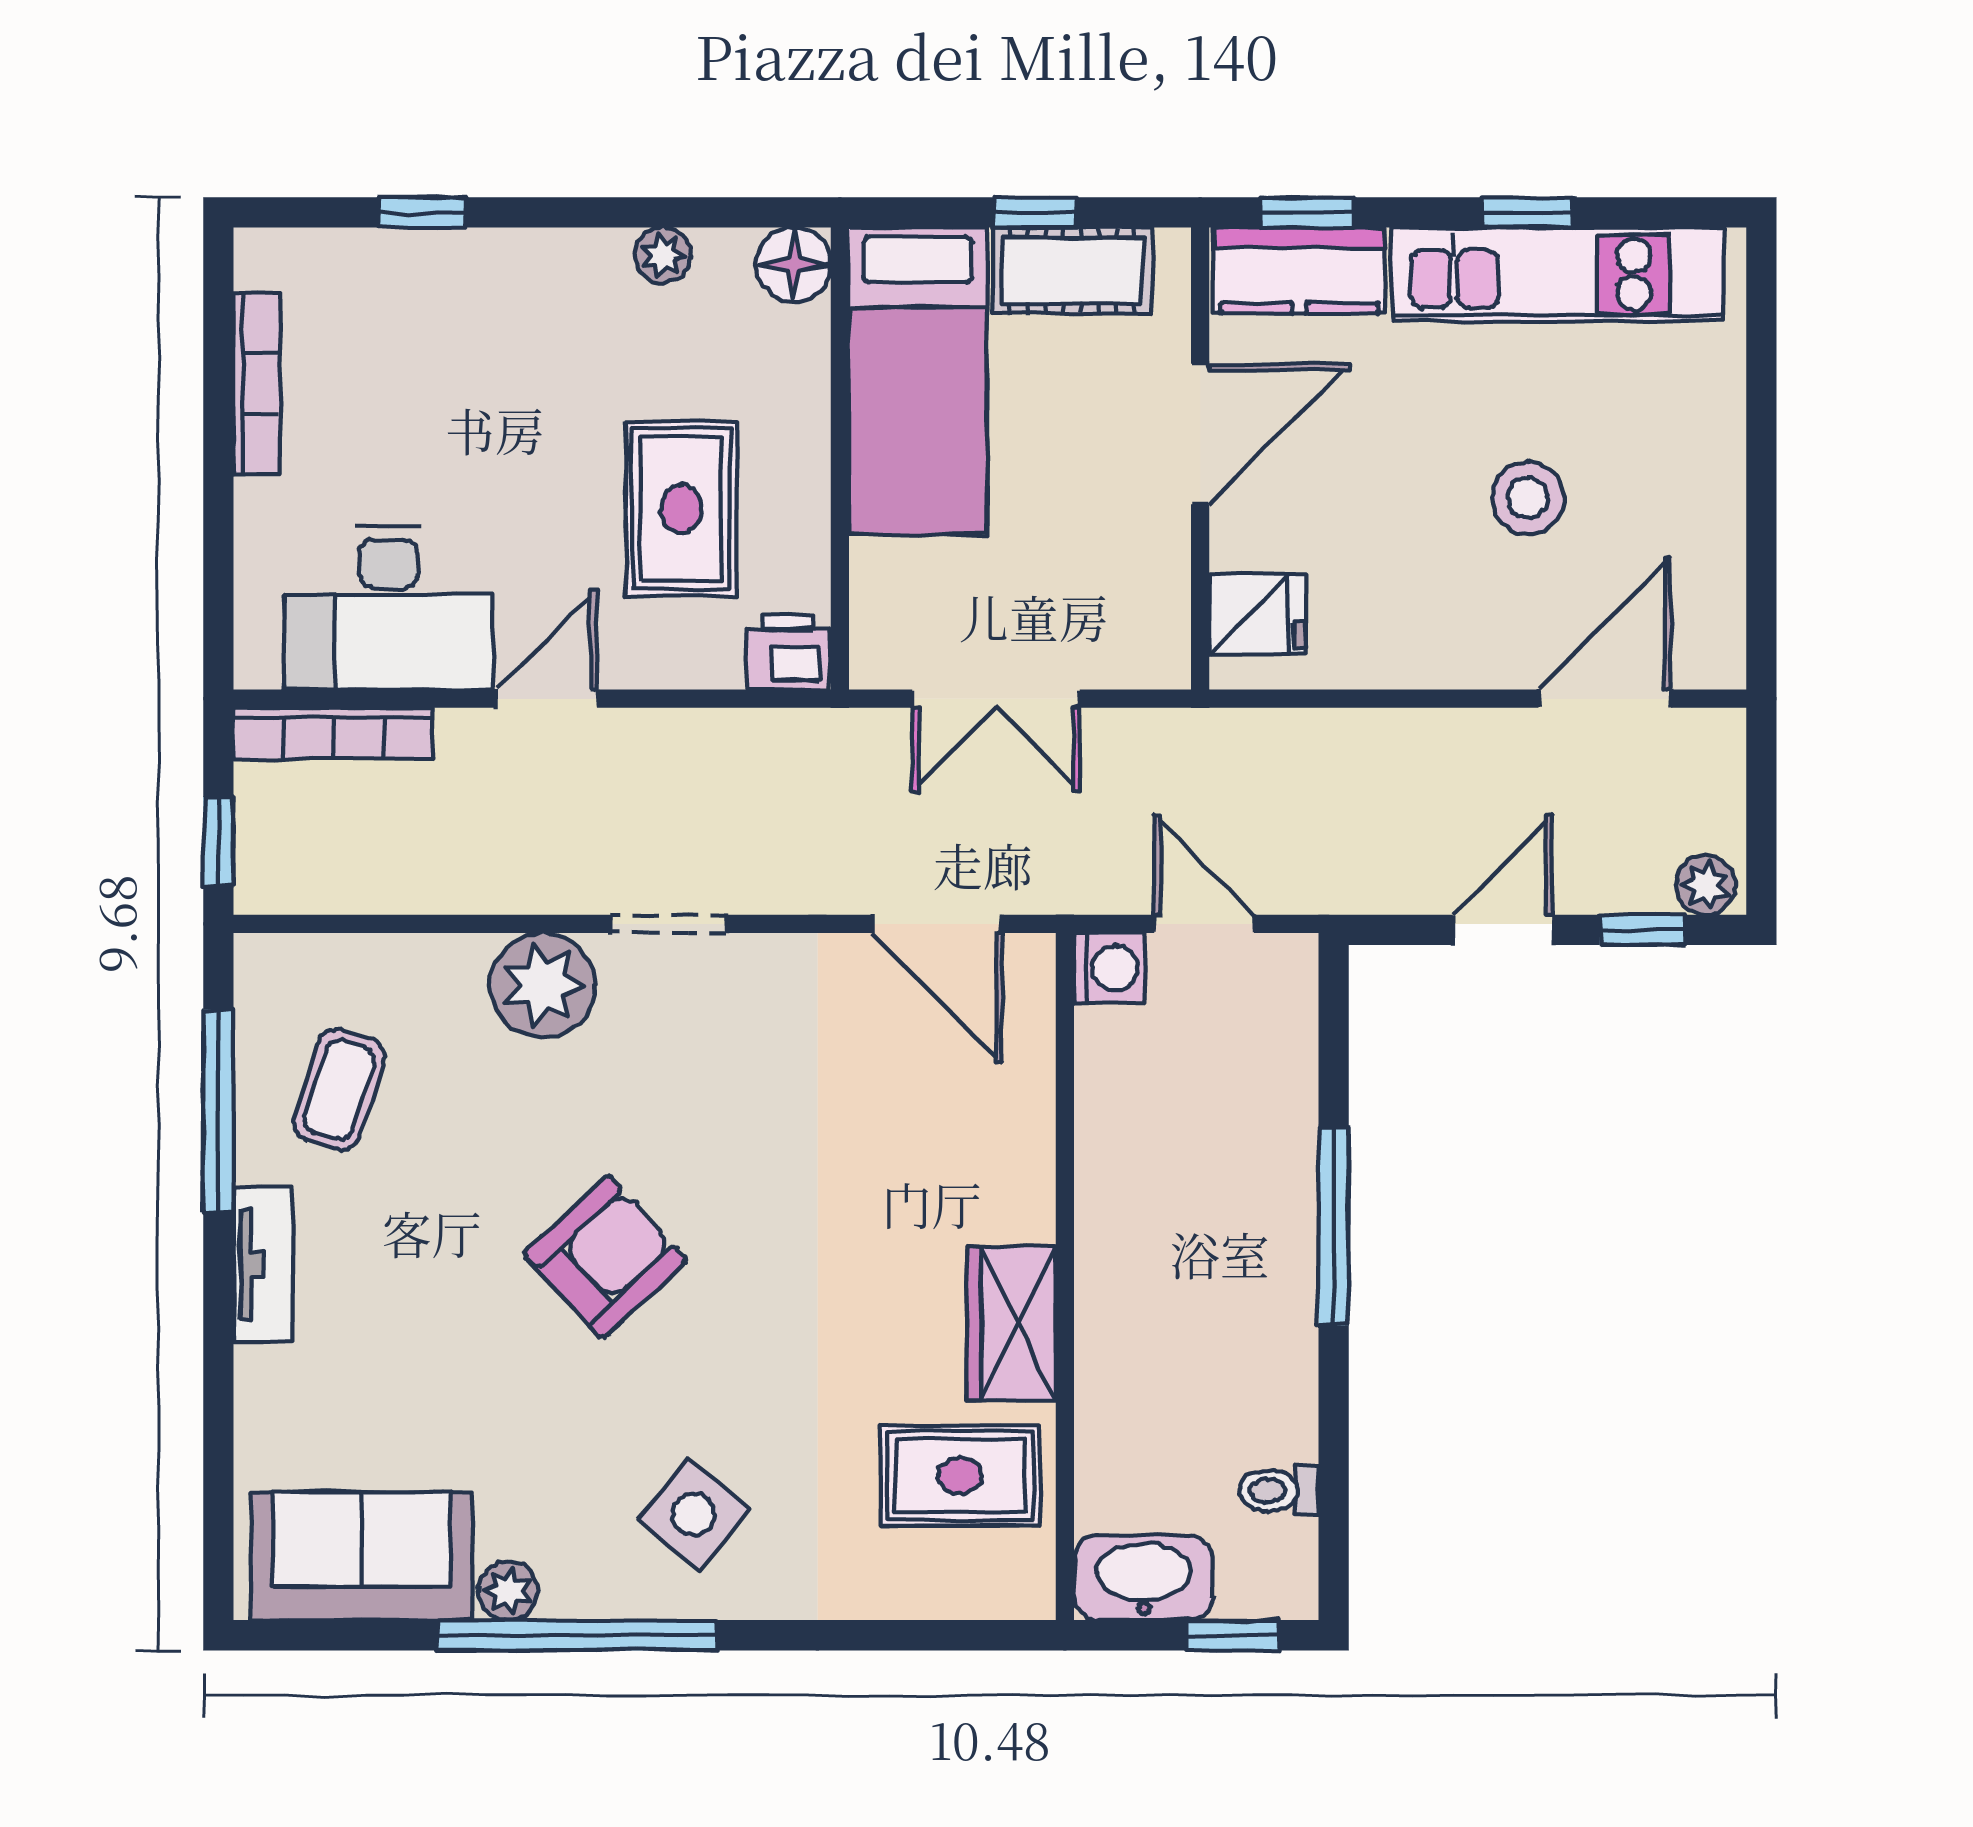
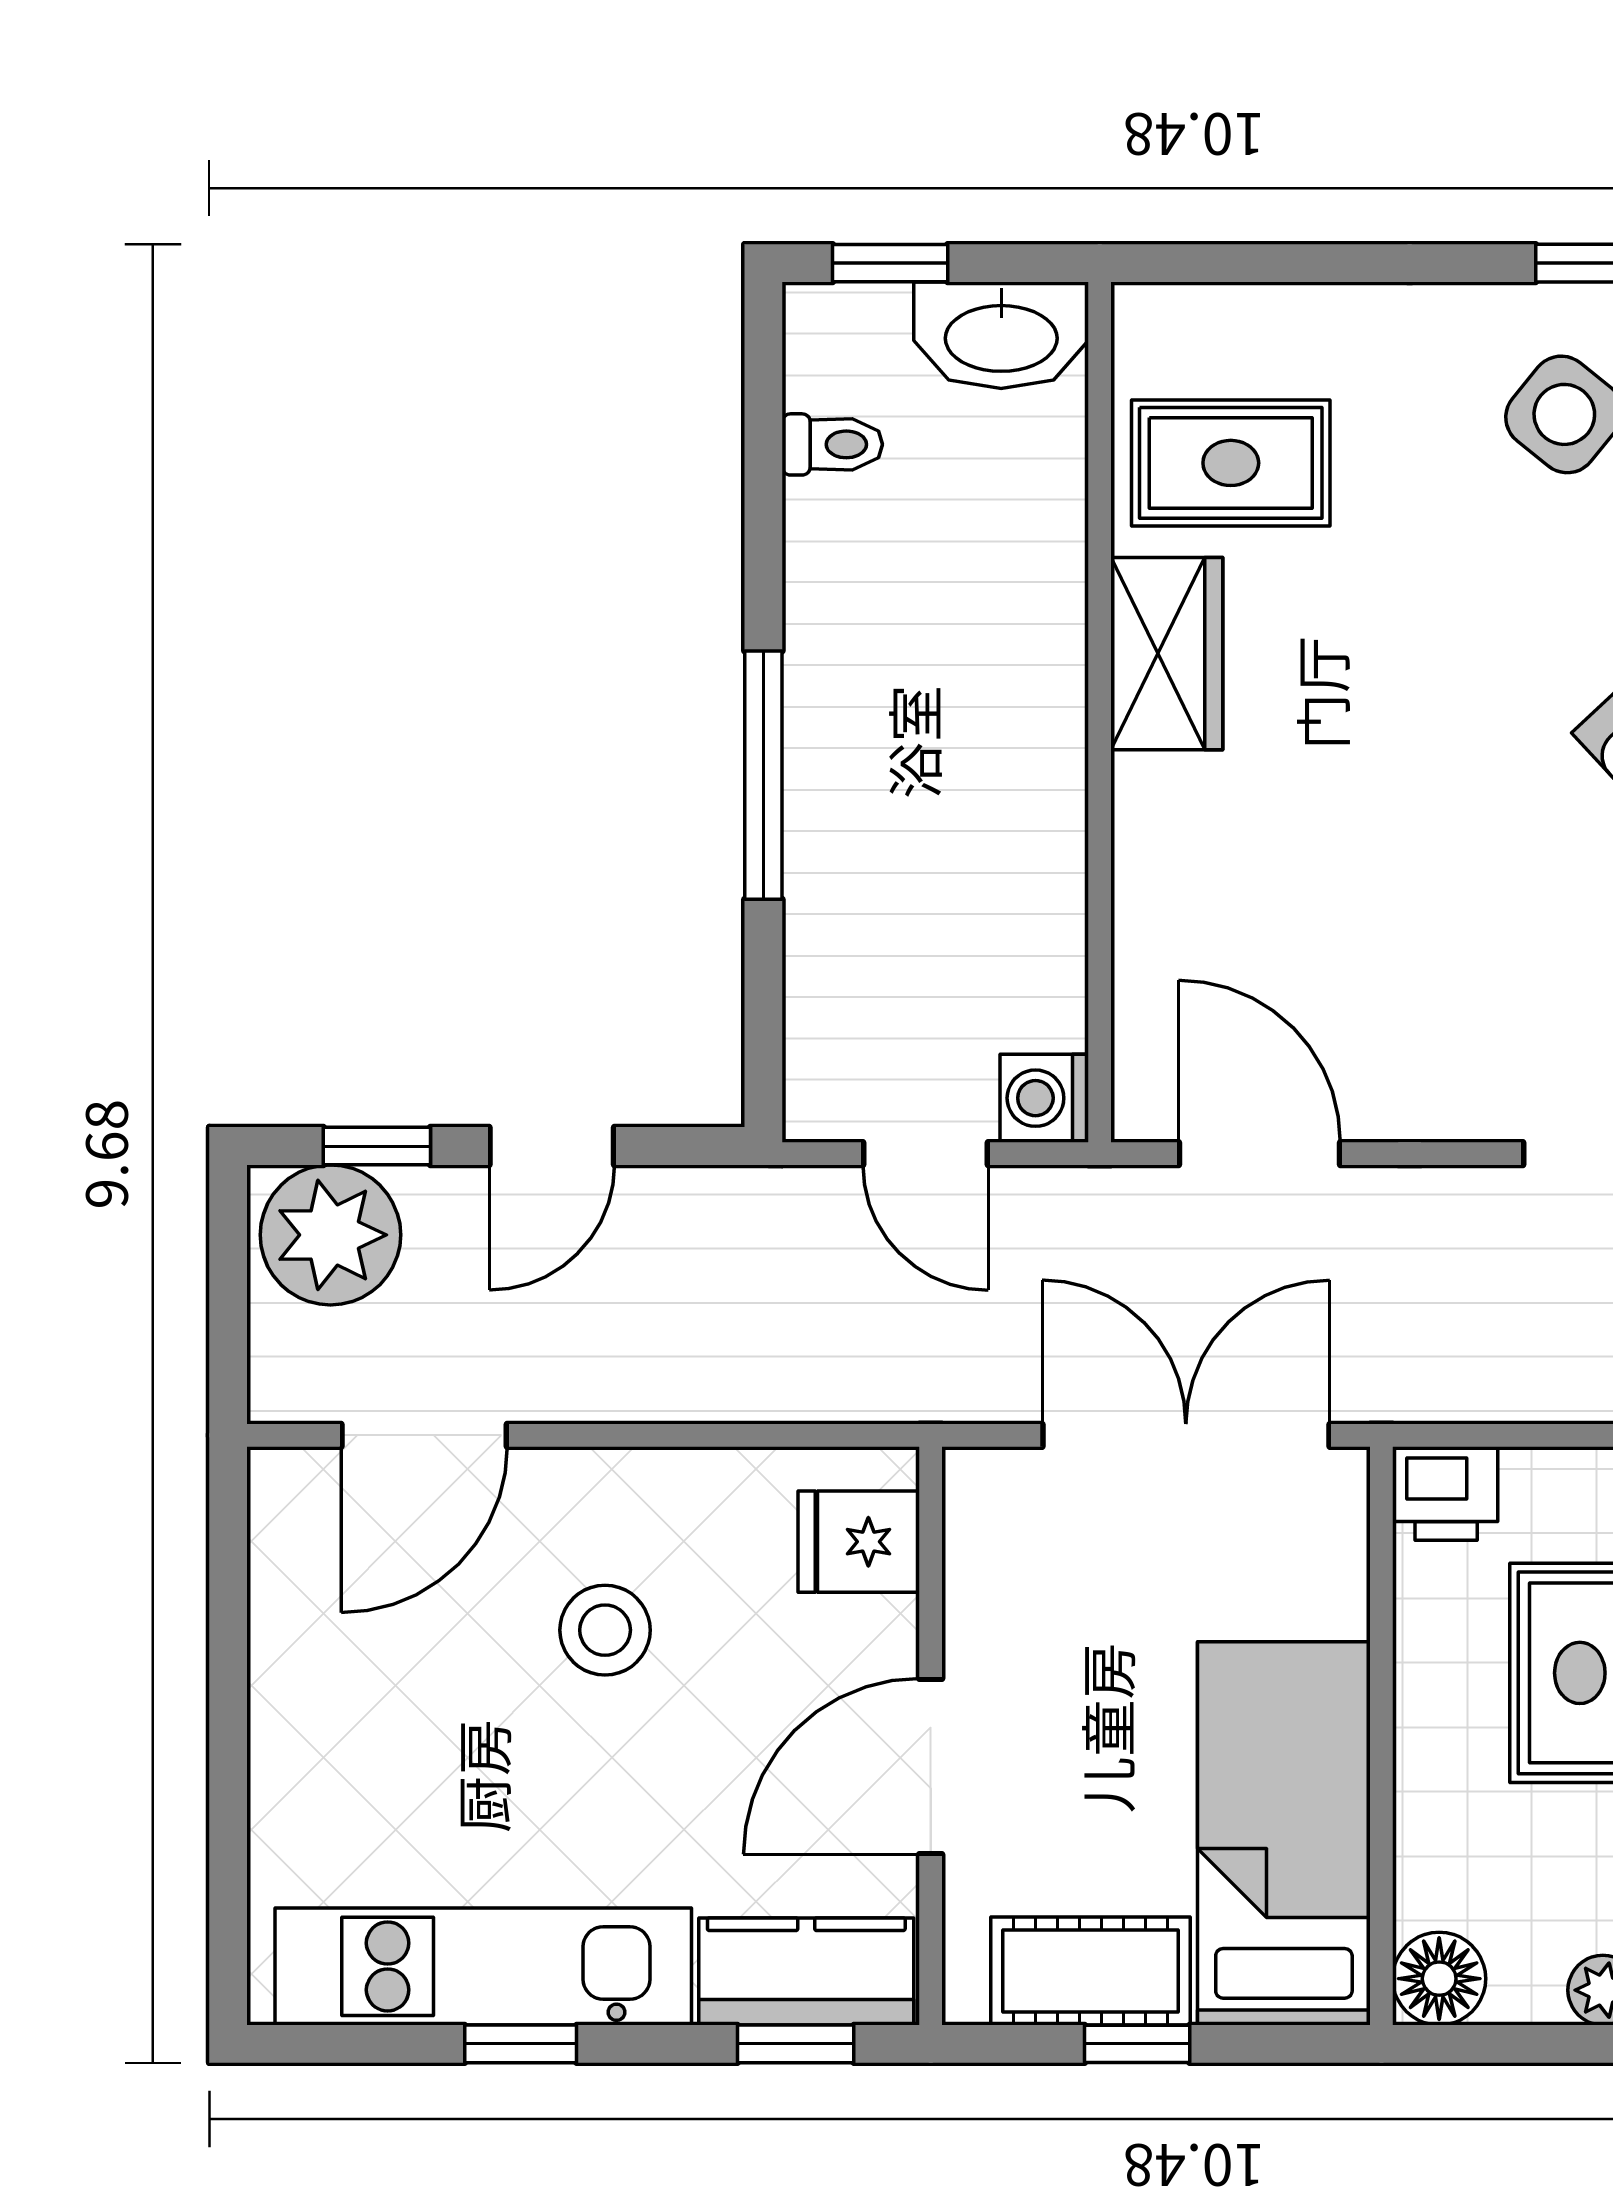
stool: (1528, 498) -> (605, 1630), moved
double door: (996, 699) -> (1186, 1435), width x1.37
plant: (1706, 885) -> (330, 1235), width x1.88, depth x1.88

